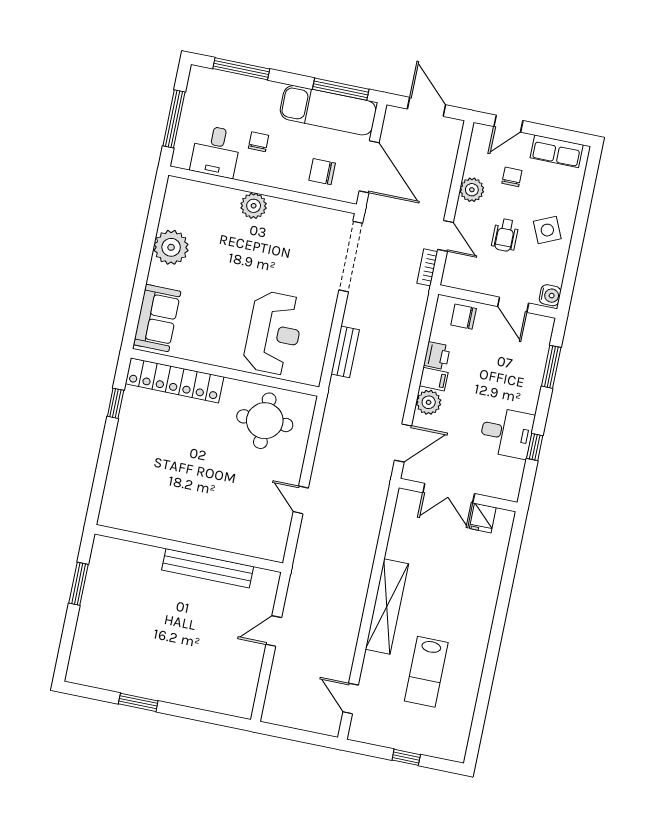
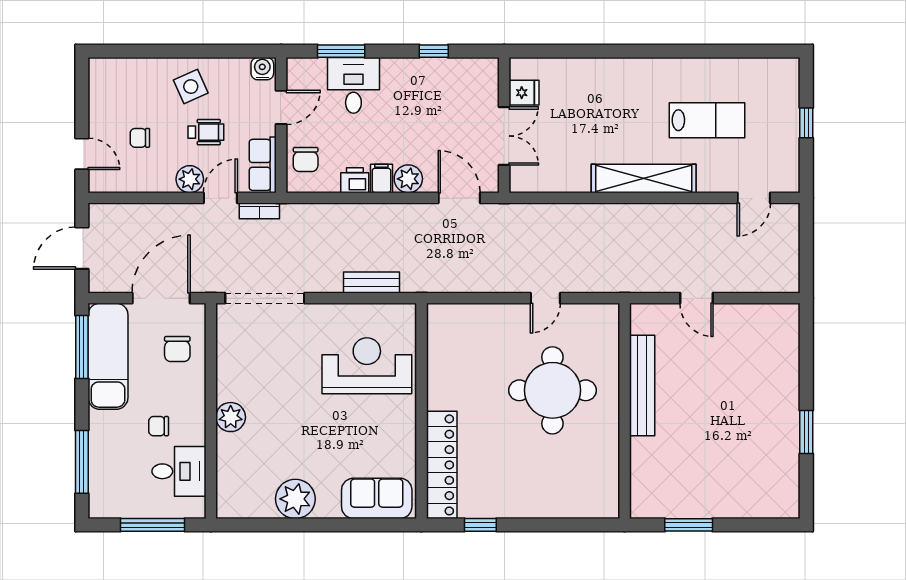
row of seats: (557, 151) -> (263, 165), moved, turned 180
plant: (472, 190) -> (190, 179), moved
round table: (265, 421) -> (552, 390), moved, width x1.36, depth x1.36
desk: (507, 433) -> (353, 85), moved

